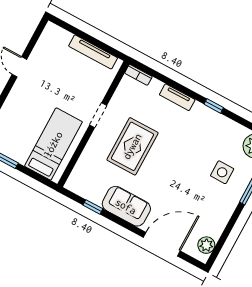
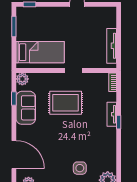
window: (214, 106) -> (119, 122), moved
plant: (75, 184) -> (22, 79), added
sofa: (126, 206) -> (26, 108), moved

